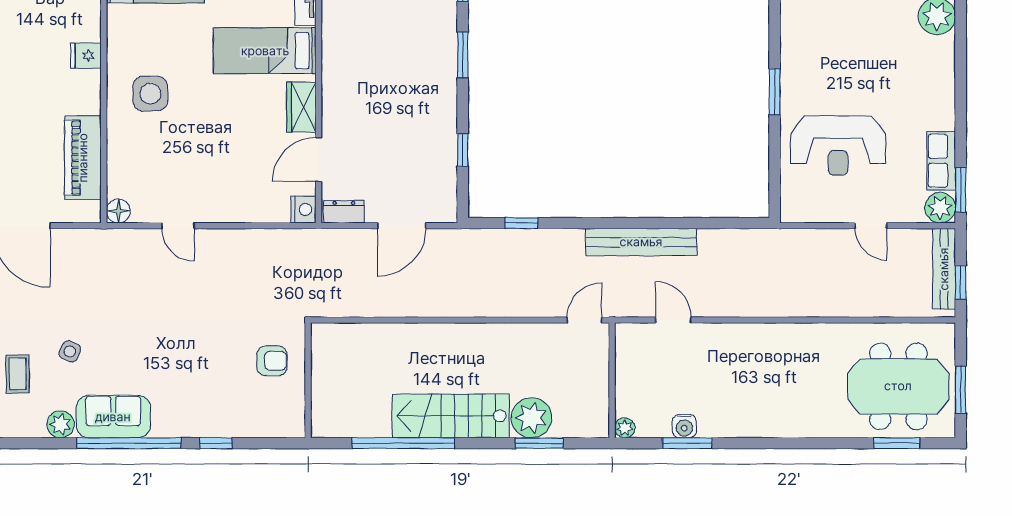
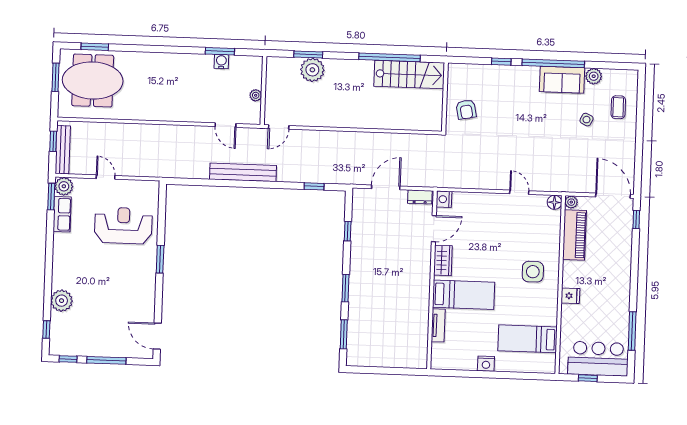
plant: (90, 212) -> (571, 202), added
armchair: (272, 361) -> (466, 109), turned -101
stairs: (451, 416) -> (409, 74), moved
plant: (625, 428) -> (256, 95), moved

